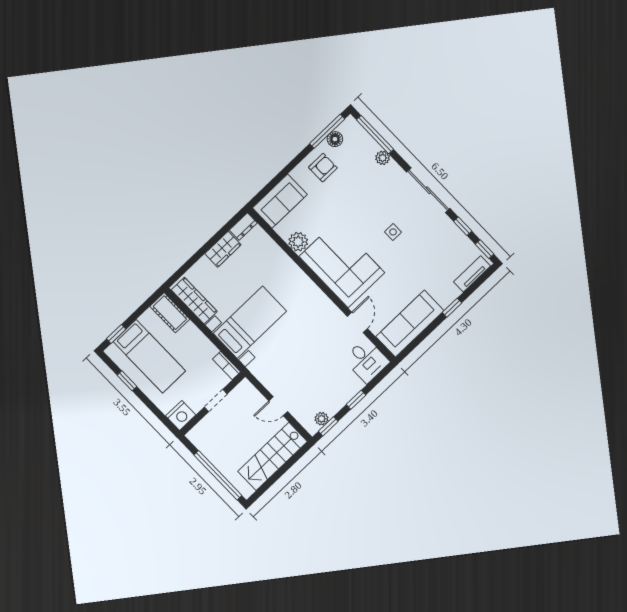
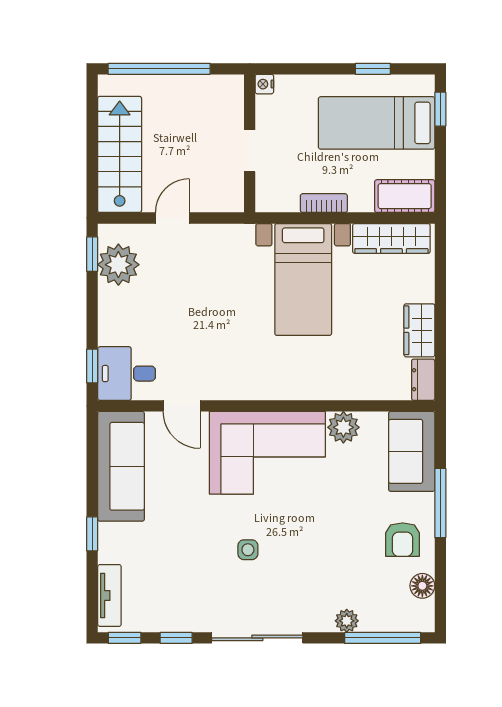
window: (327, 131) -> (440, 503), moved
bookcase: (226, 366) -> (324, 203), moved
window: (356, 400) -> (92, 366), moved
nightstand: (181, 415) -> (264, 84), width x0.53, depth x0.56
plant: (322, 419) -> (118, 265), width x1.88, depth x1.88

